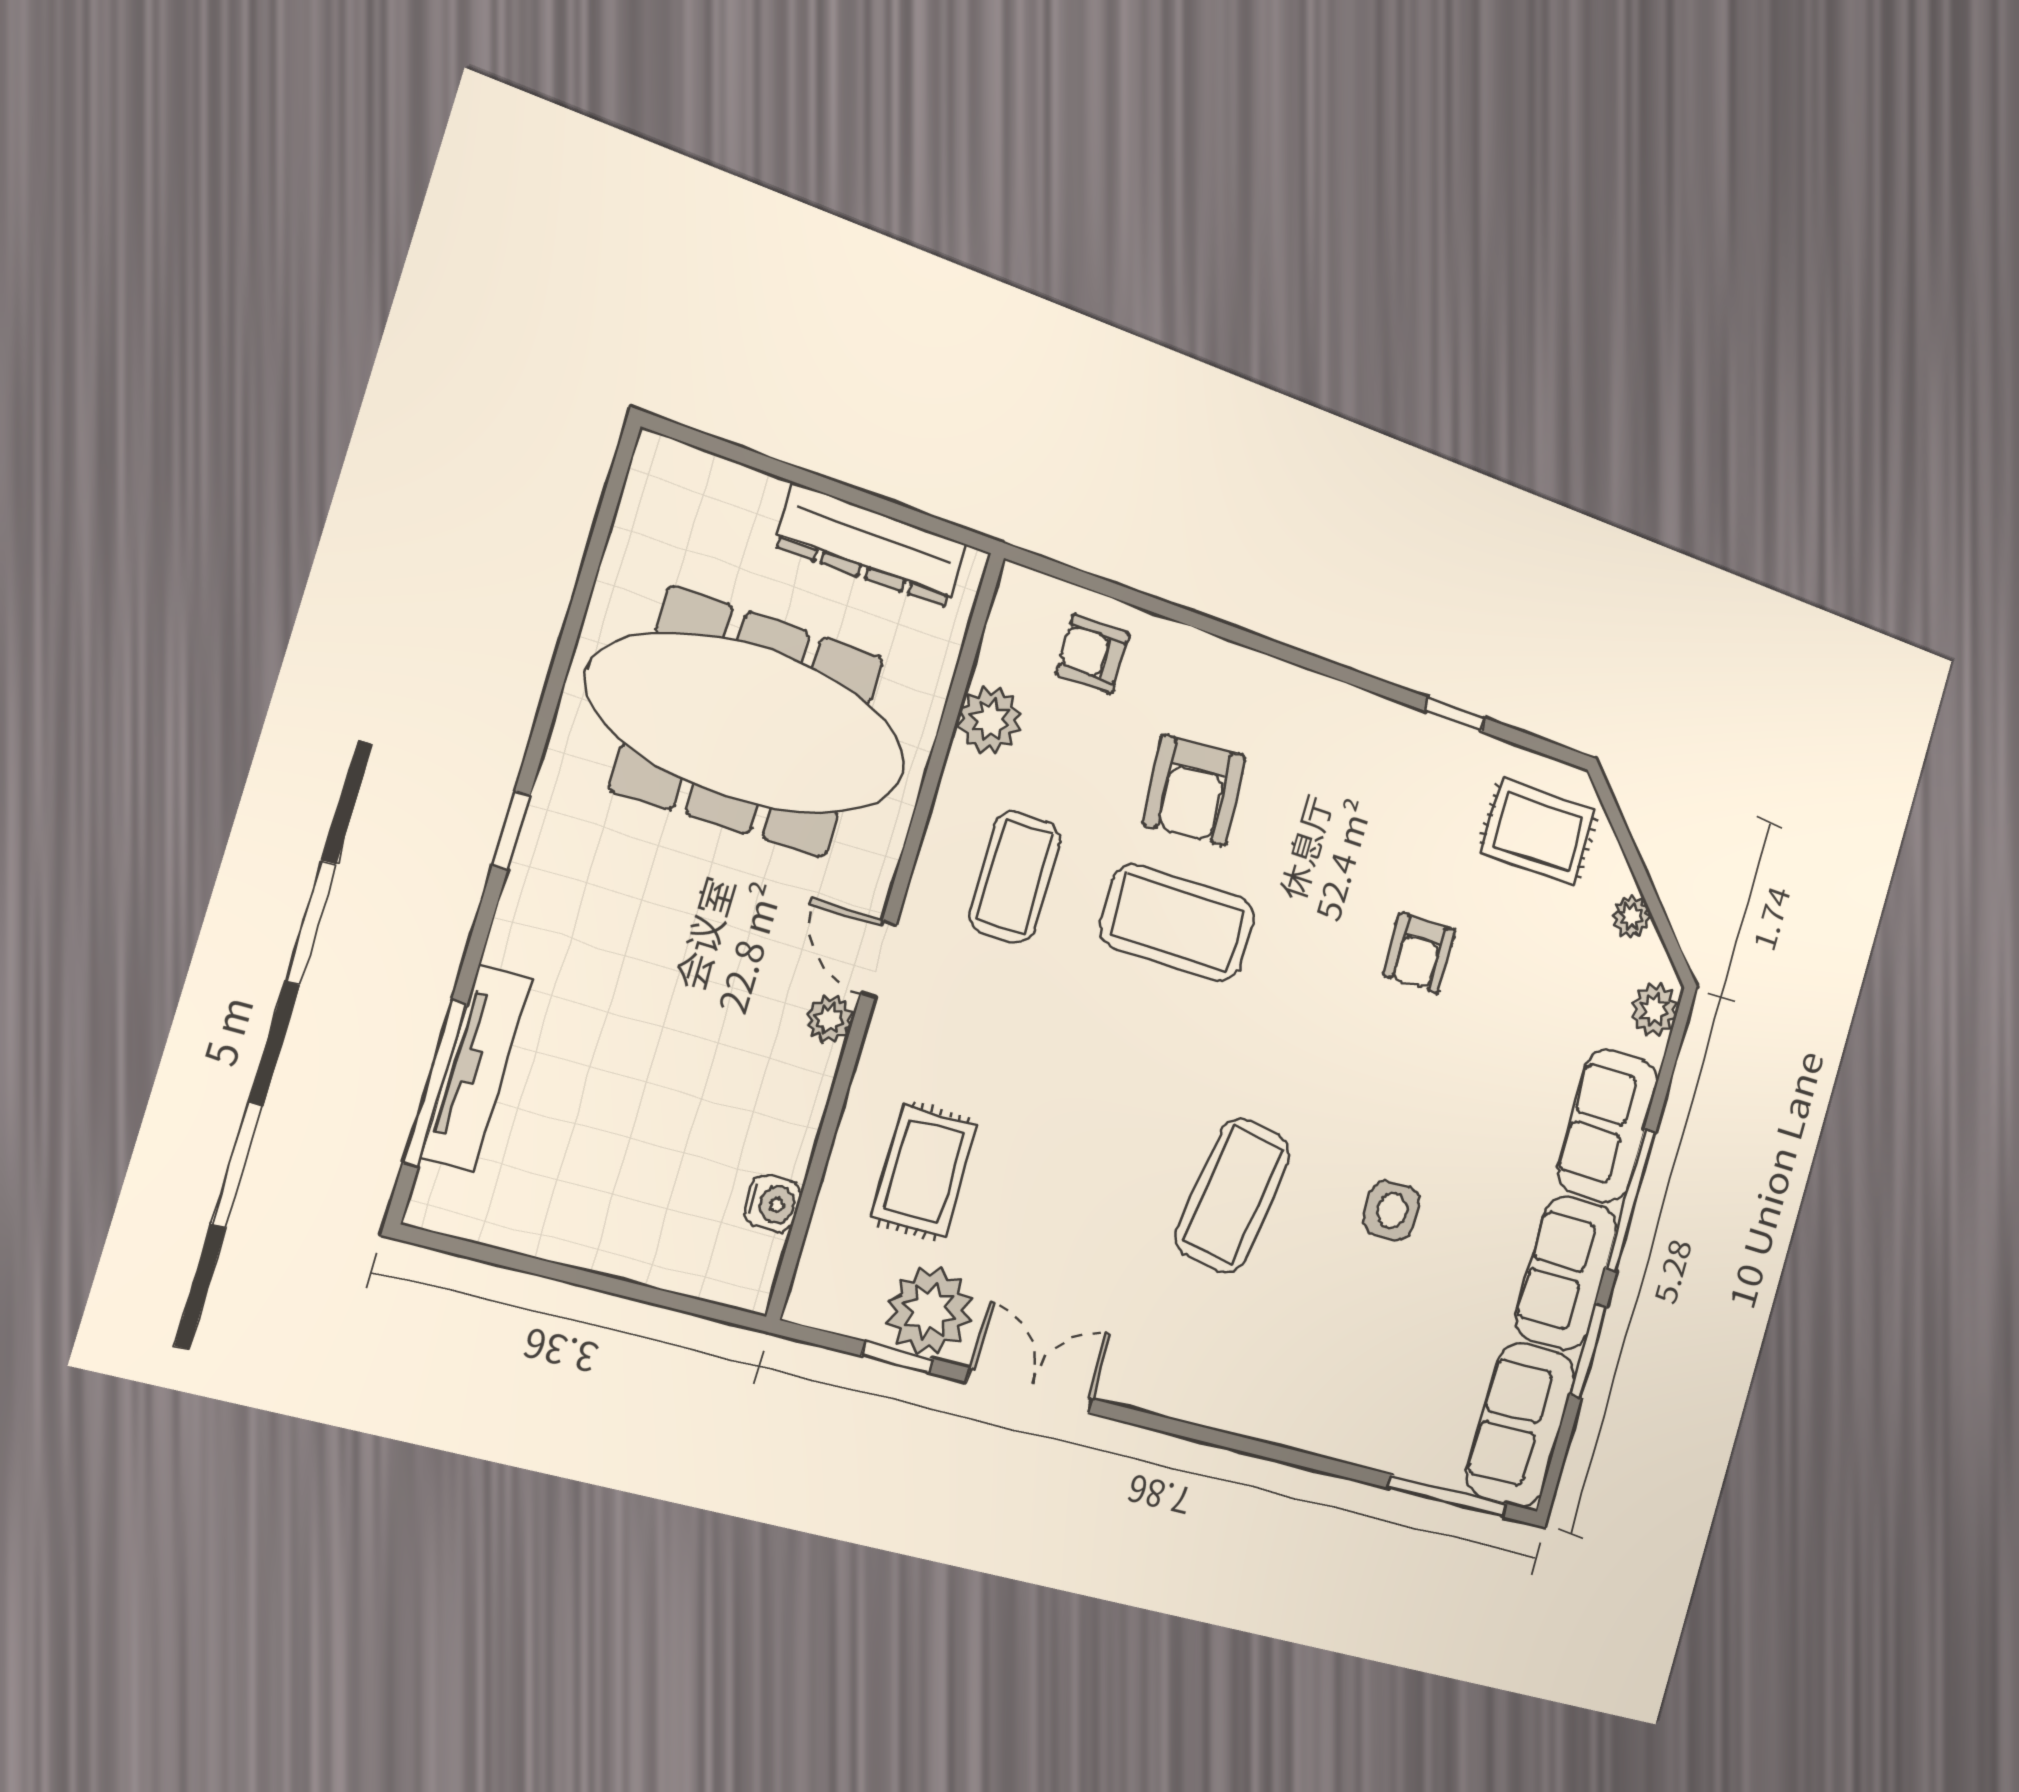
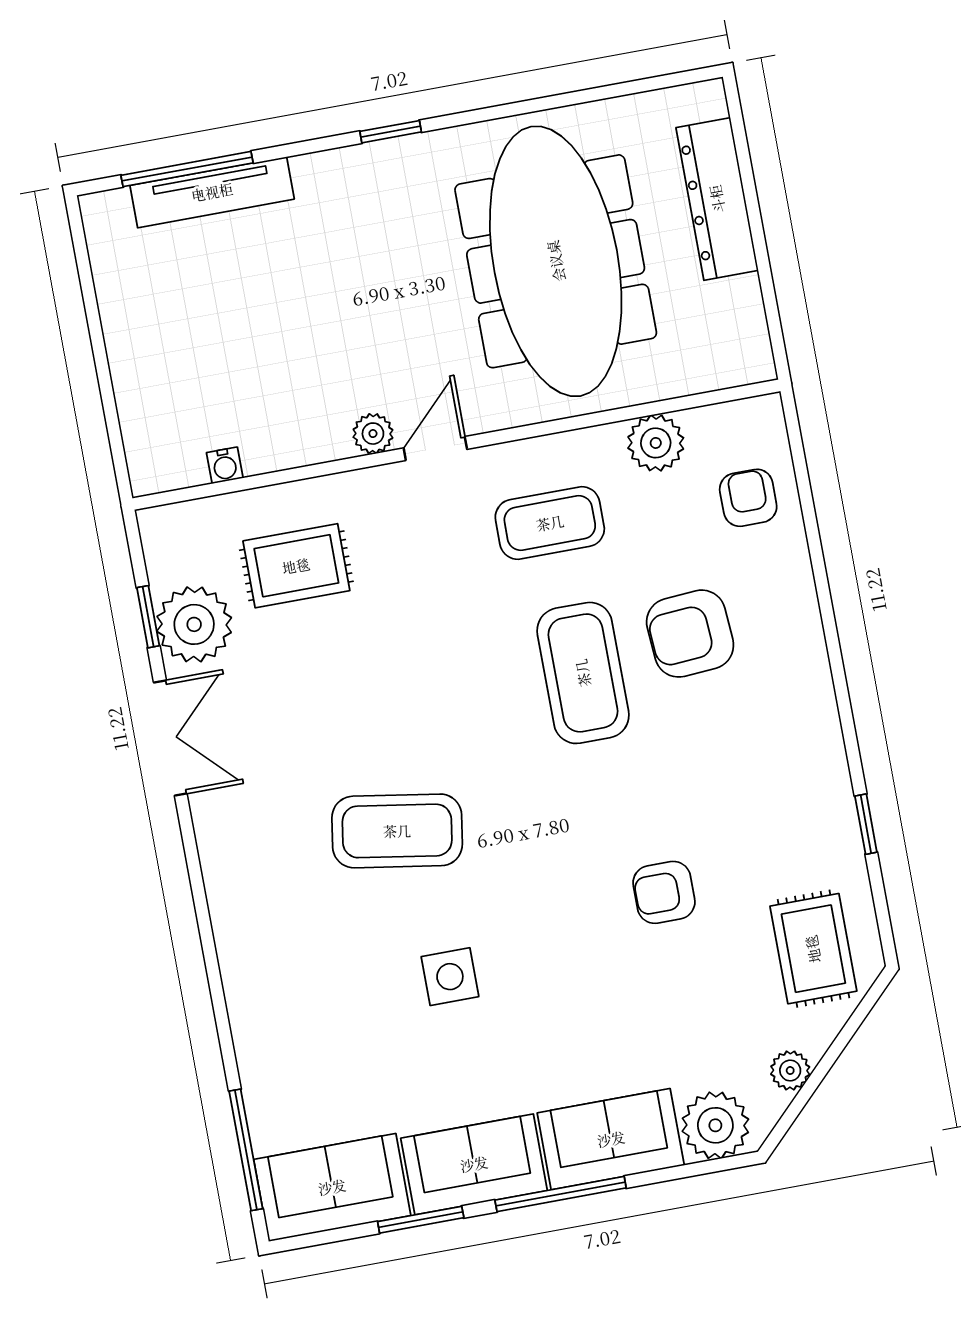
dresser: (871, 545) -> (717, 199), moved
plant: (1654, 1010) -> (715, 1125), width x1.36, depth x1.36
water cooler: (773, 1204) -> (225, 465), width x0.72, depth x0.72

